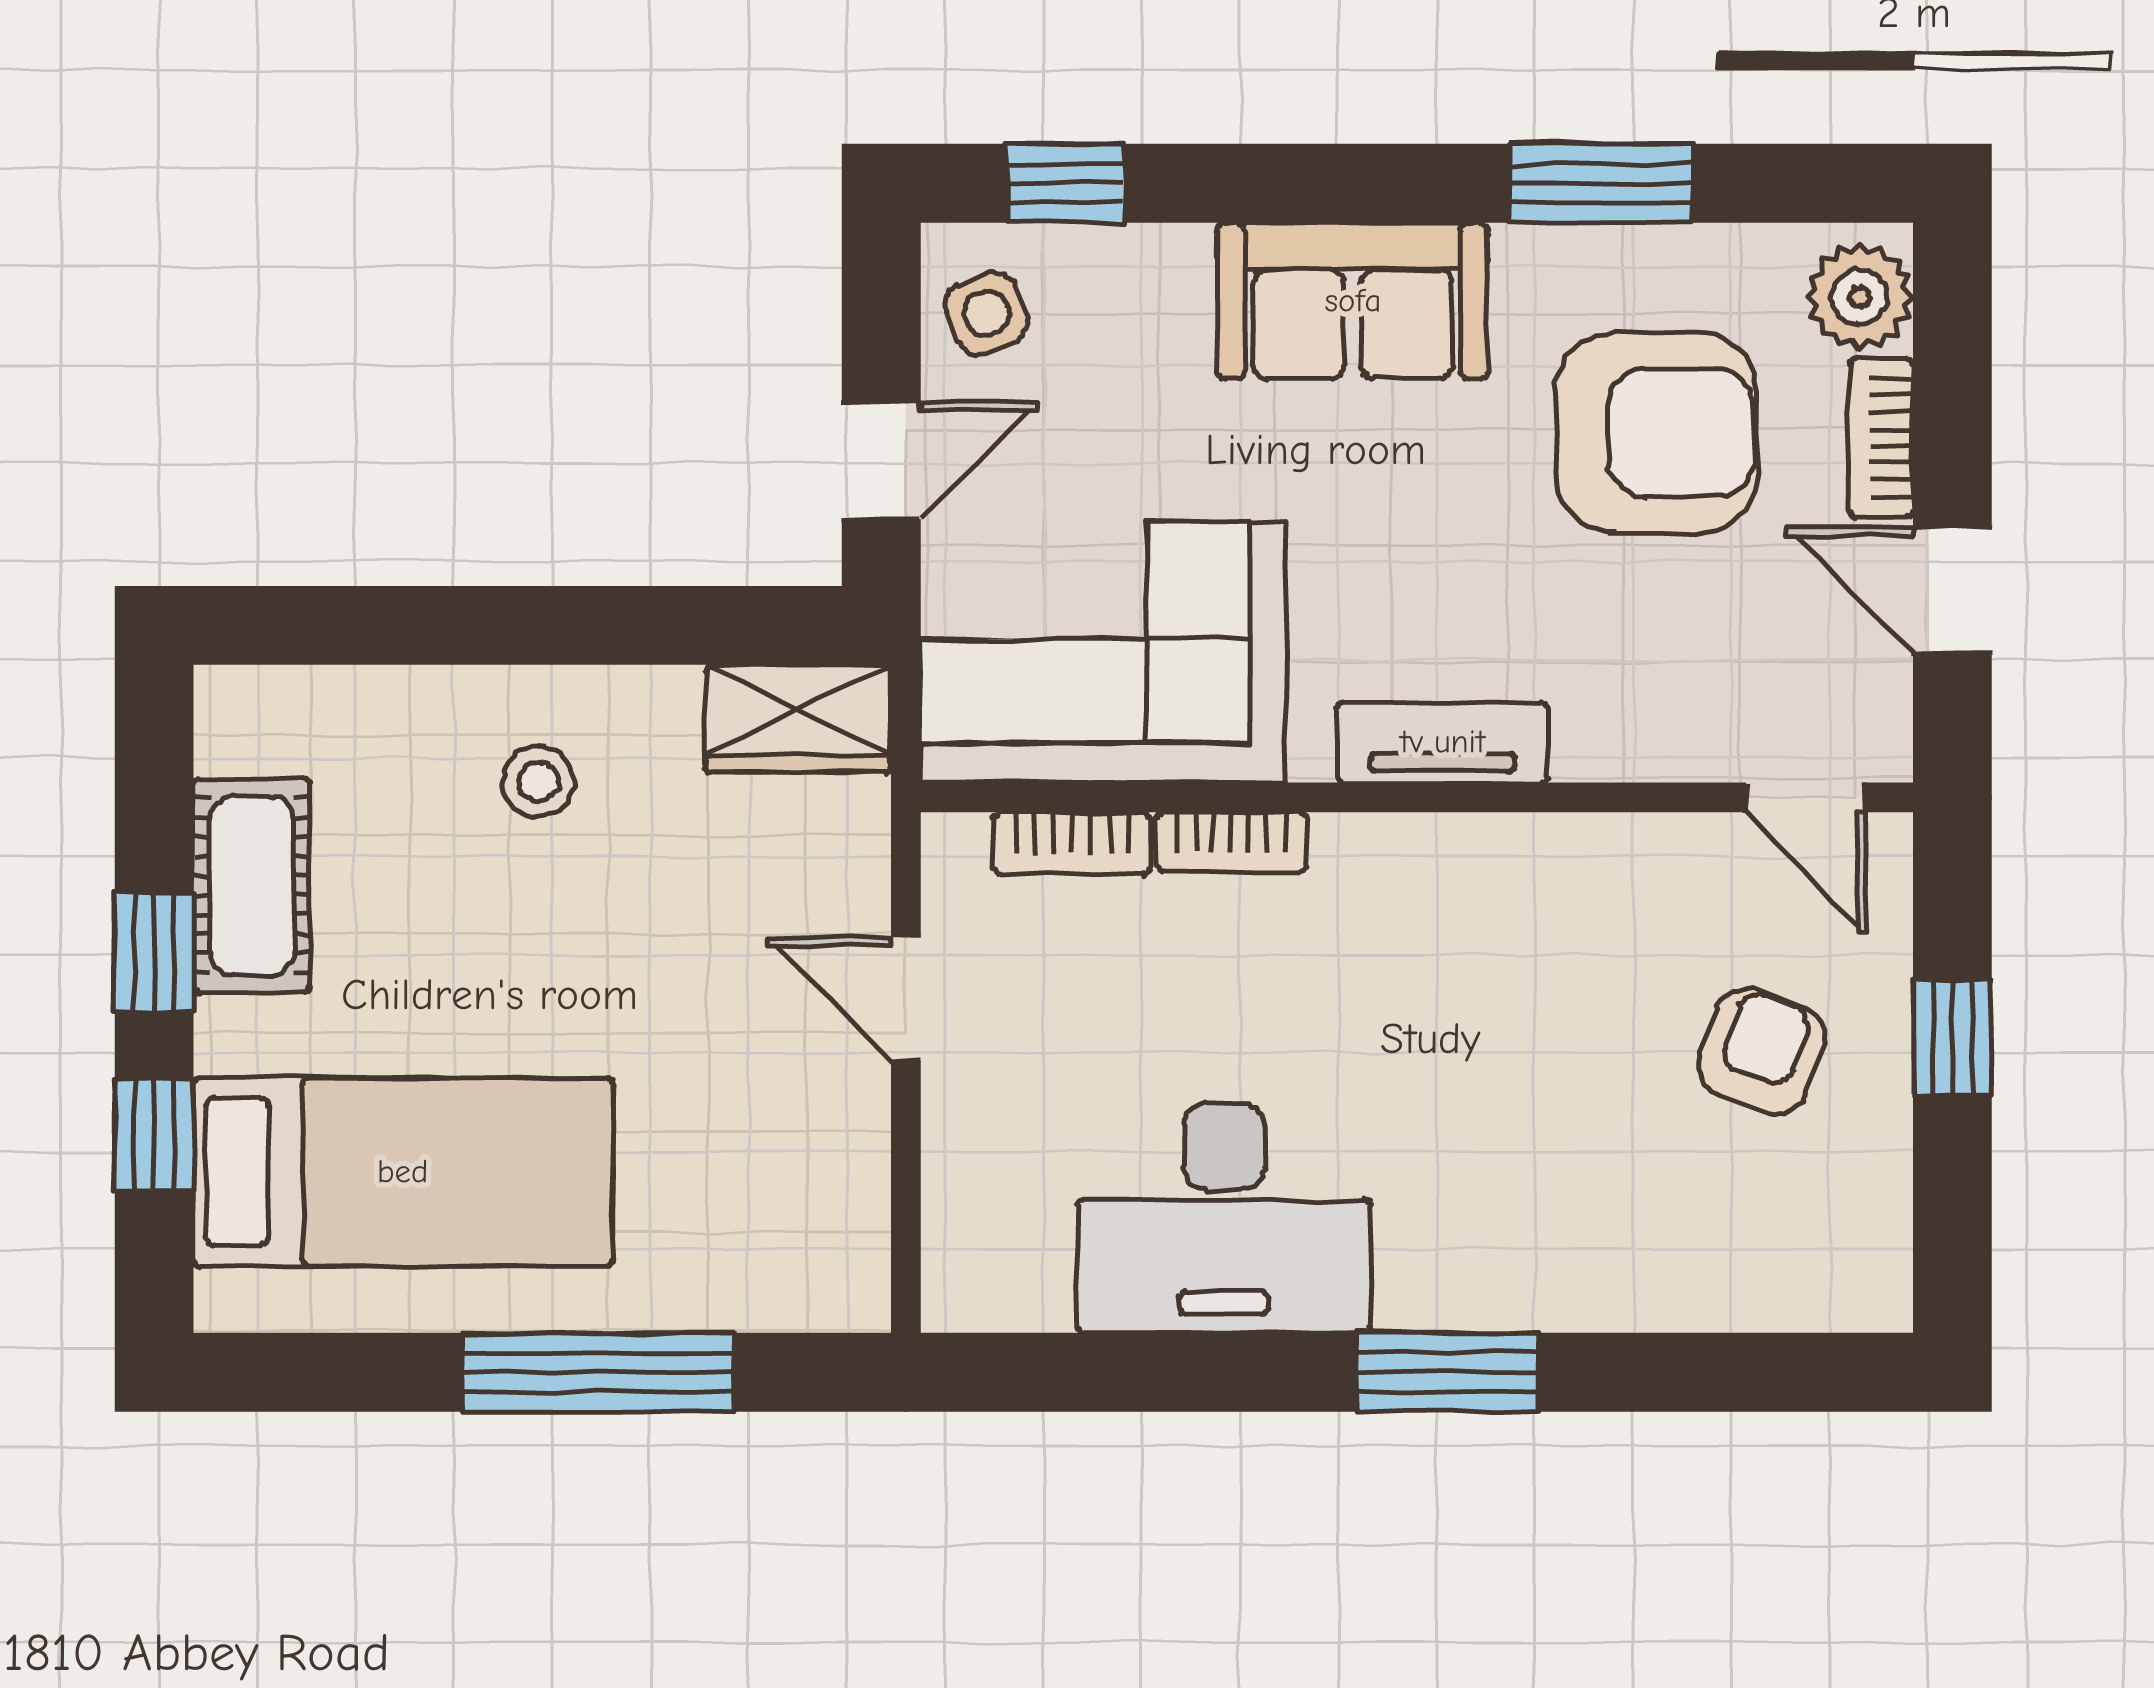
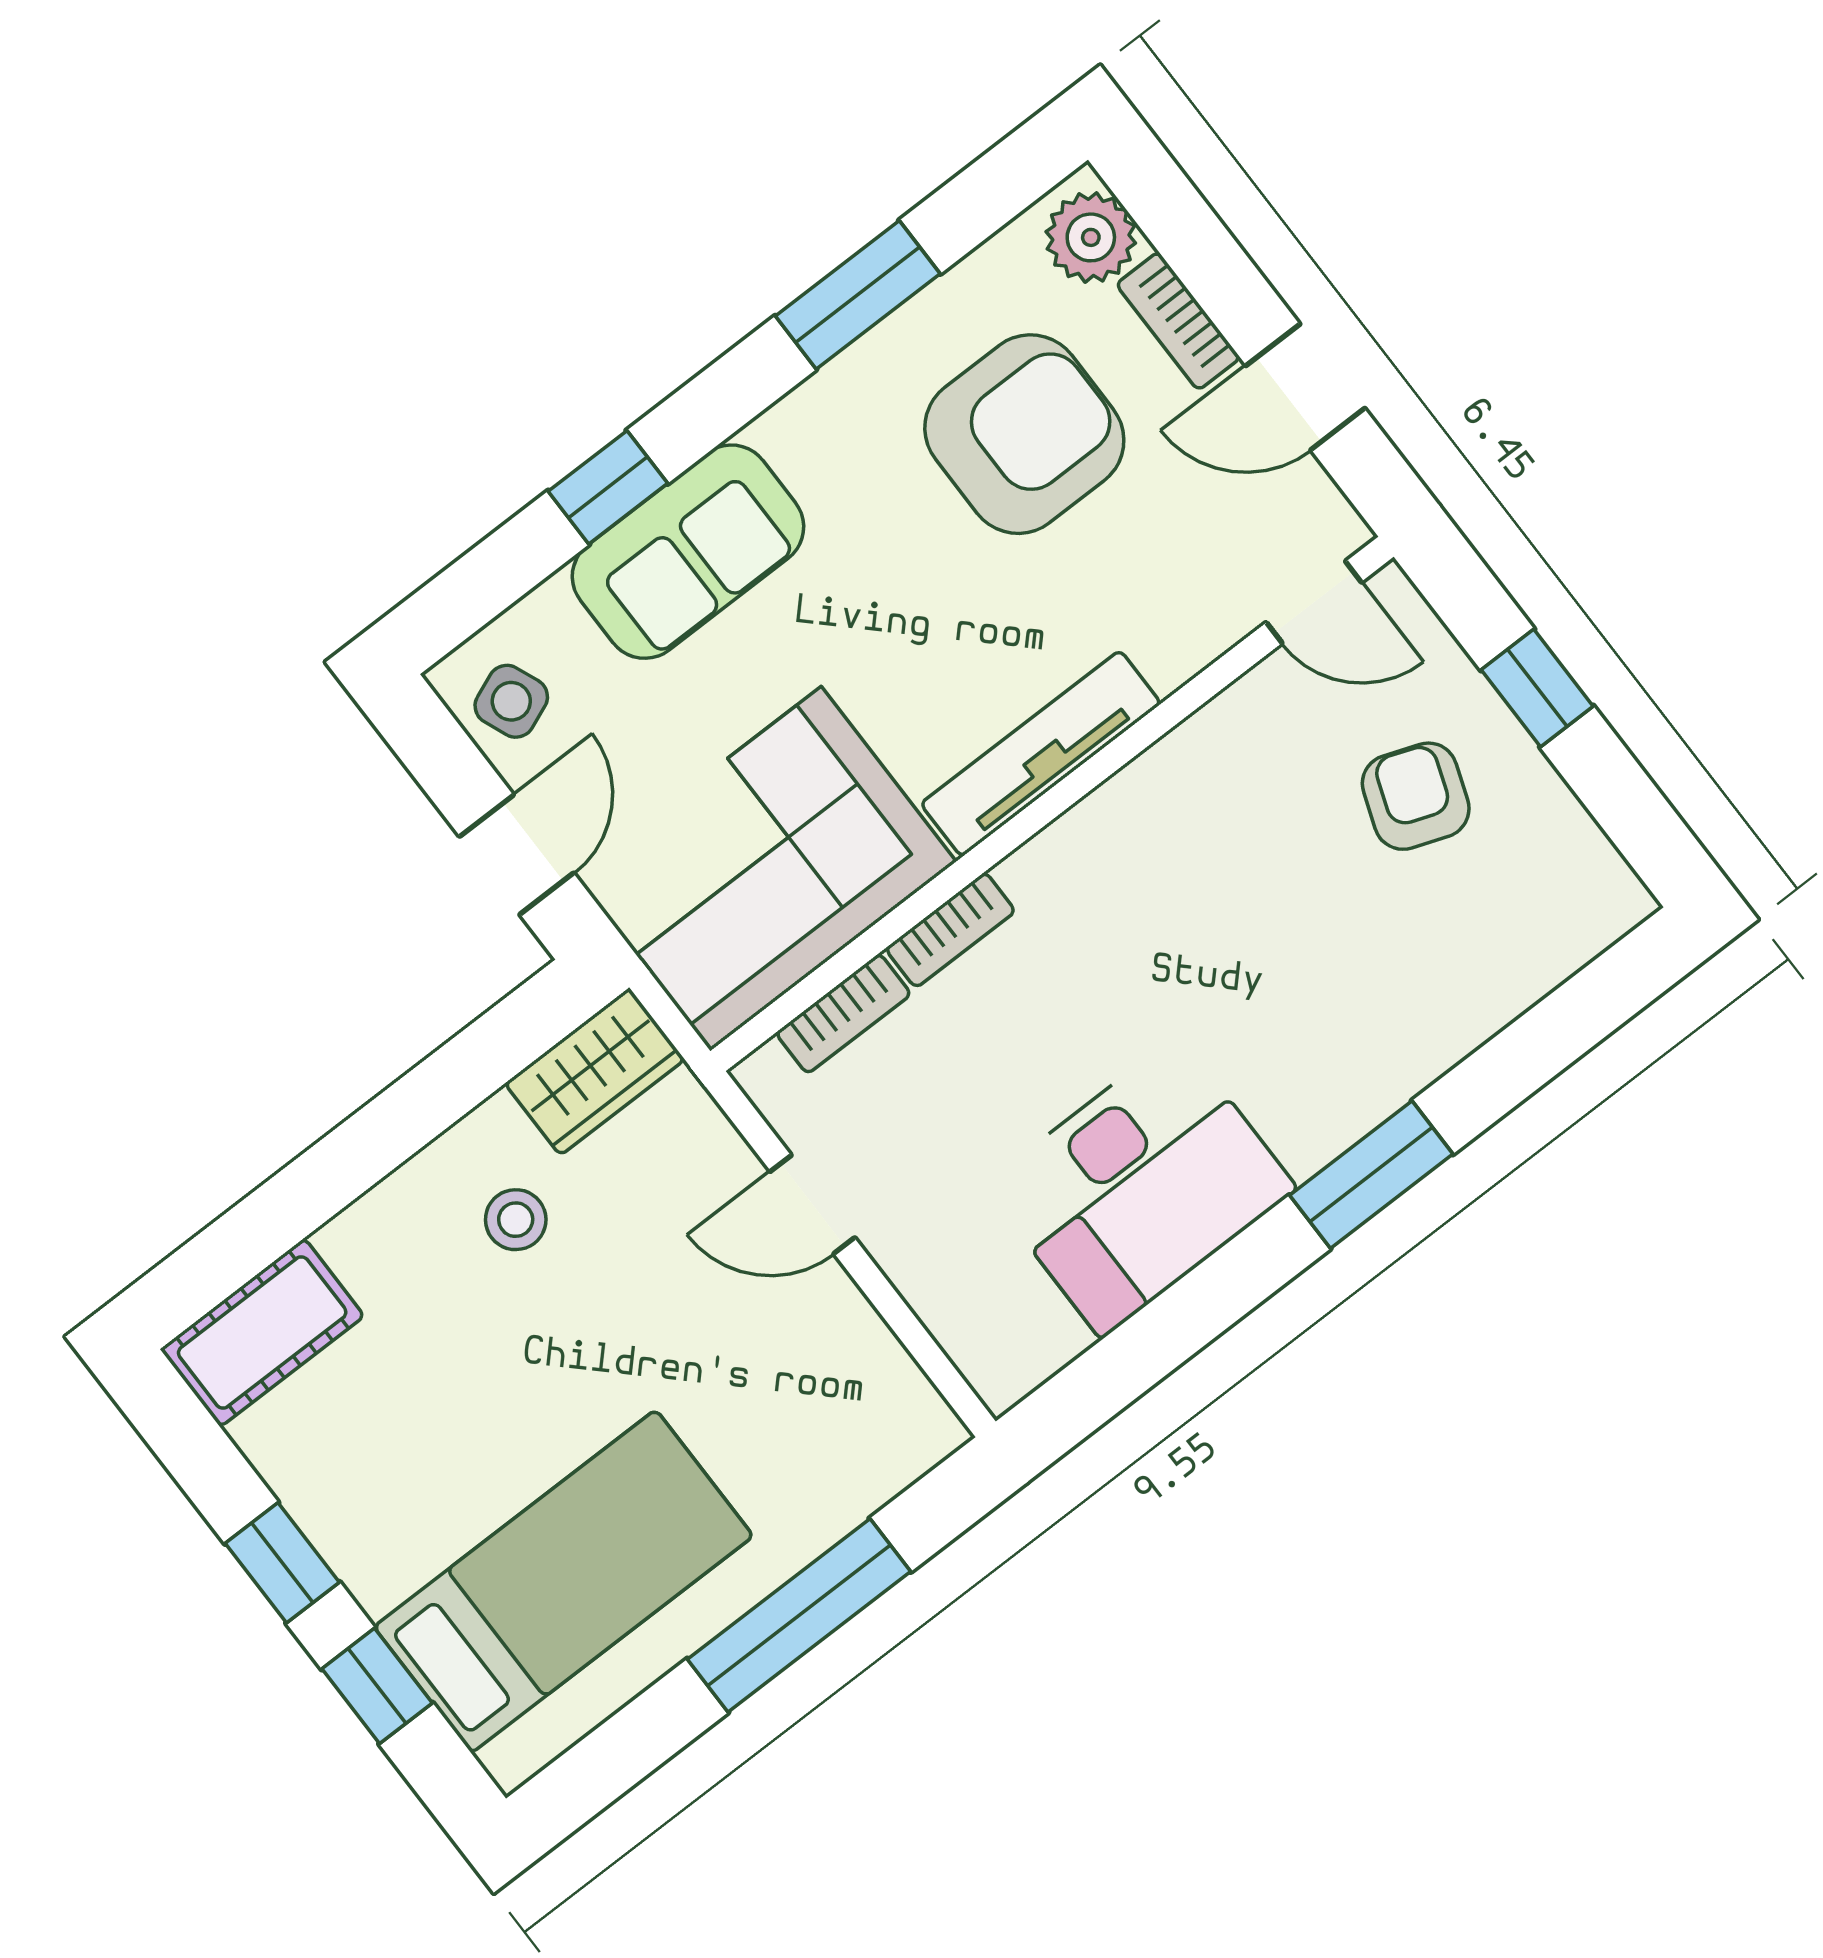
window: (1065, 183) -> (608, 487), moved
sofa: (1353, 301) -> (688, 552), moved
tv unit: (1443, 742) -> (1041, 754), width x1.41
stool: (538, 781) -> (516, 1220), moved
cot: (252, 885) -> (262, 1333), moved, turned 90

